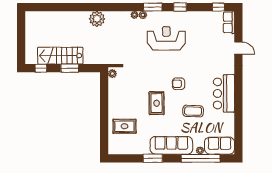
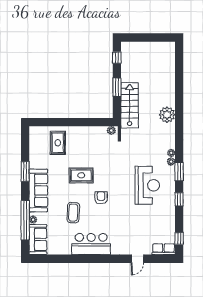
stairs: (60, 56) -> (130, 105), moved

